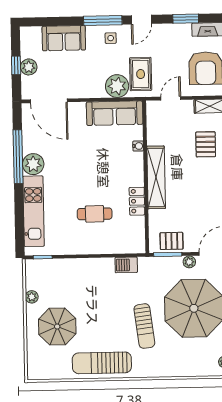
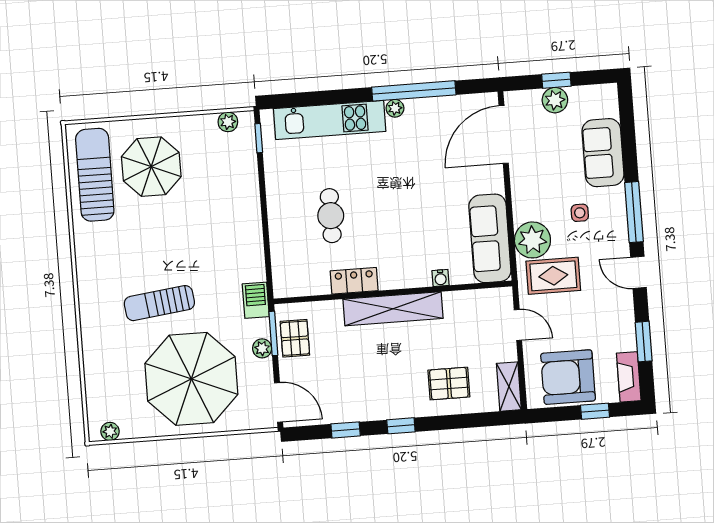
side table: (111, 38) -> (580, 213), moved
plant: (33, 164) -> (395, 108), width x0.53, depth x0.53
plant: (189, 262) -> (262, 348), moved
barbecue: (126, 265) -> (256, 300), moved
plant: (32, 297) -> (228, 122), moved
sun lounger: (102, 363) -> (95, 175), moved

